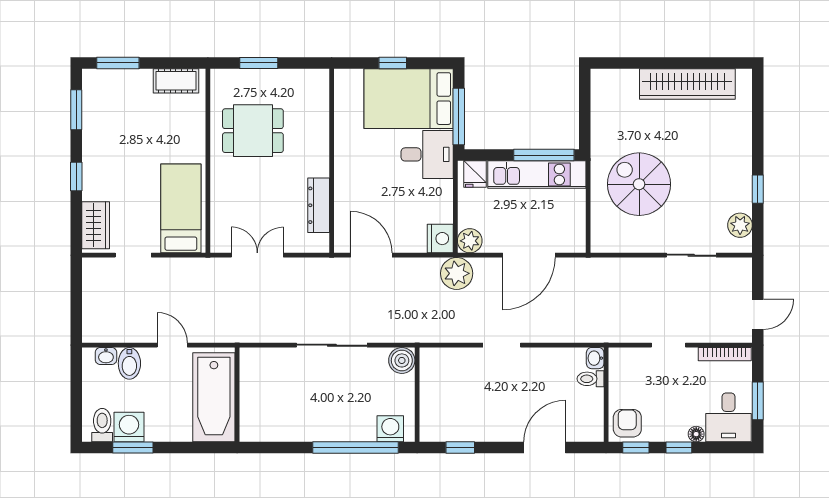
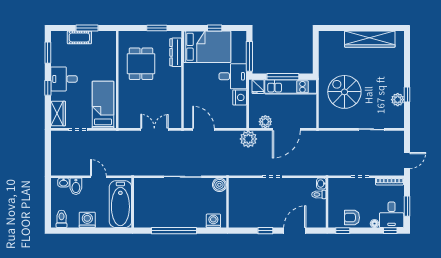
window: (118, 63) -> (87, 28), moved
window: (259, 63) -> (157, 28), moved
cot: (176, 81) -> (79, 37), moved
bed: (409, 99) -> (207, 47), moved, turned 180
dining table: (253, 131) -> (141, 64), turned 90
window: (544, 155) -> (283, 77), moved
desk: (107, 160) -> (64, 79), added
dresser: (319, 205) -> (176, 52), moved
plant: (740, 225) -> (398, 100), moved
nightstand: (440, 239) -> (240, 97), moved
plant: (470, 241) -> (265, 122), moved
double door: (257, 255) -> (154, 129), moved
armchair: (627, 423) -> (352, 218), moved, turned -90
washing machine: (129, 427) -> (87, 220), moved
window: (133, 448) -> (78, 231), removed
window: (355, 448) -> (174, 231), moved
window: (460, 448) -> (265, 231), moved
window: (679, 448) -> (390, 231), moved

